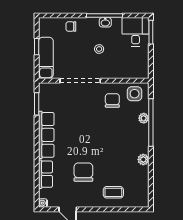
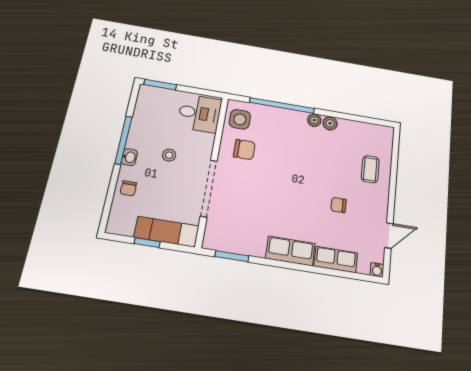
washbasin: (105, 22) -> (129, 157), moved
desk: (136, 32) -> (200, 113), moved, turned 180
chair: (112, 100) -> (244, 150), turned 180
plant: (144, 118) -> (314, 120), moved
row of seats: (46, 135) -> (290, 251), width x0.68
chair: (83, 172) -> (339, 205), width x0.54, depth x0.54

